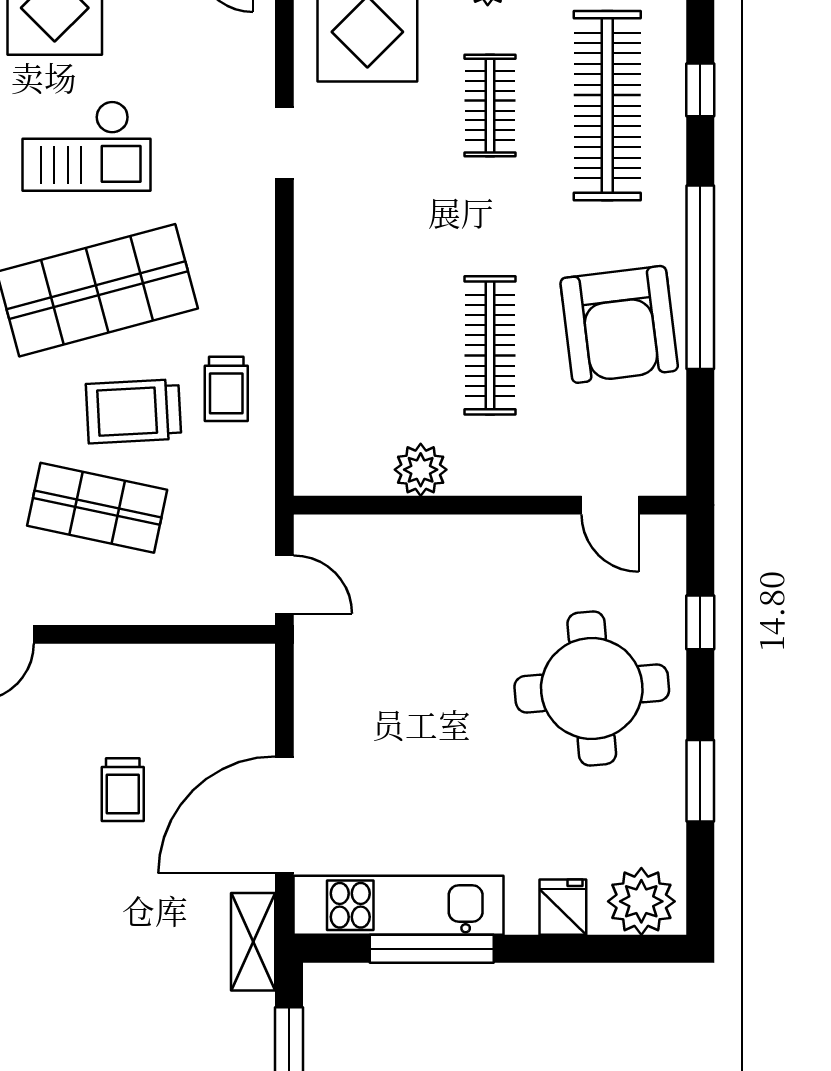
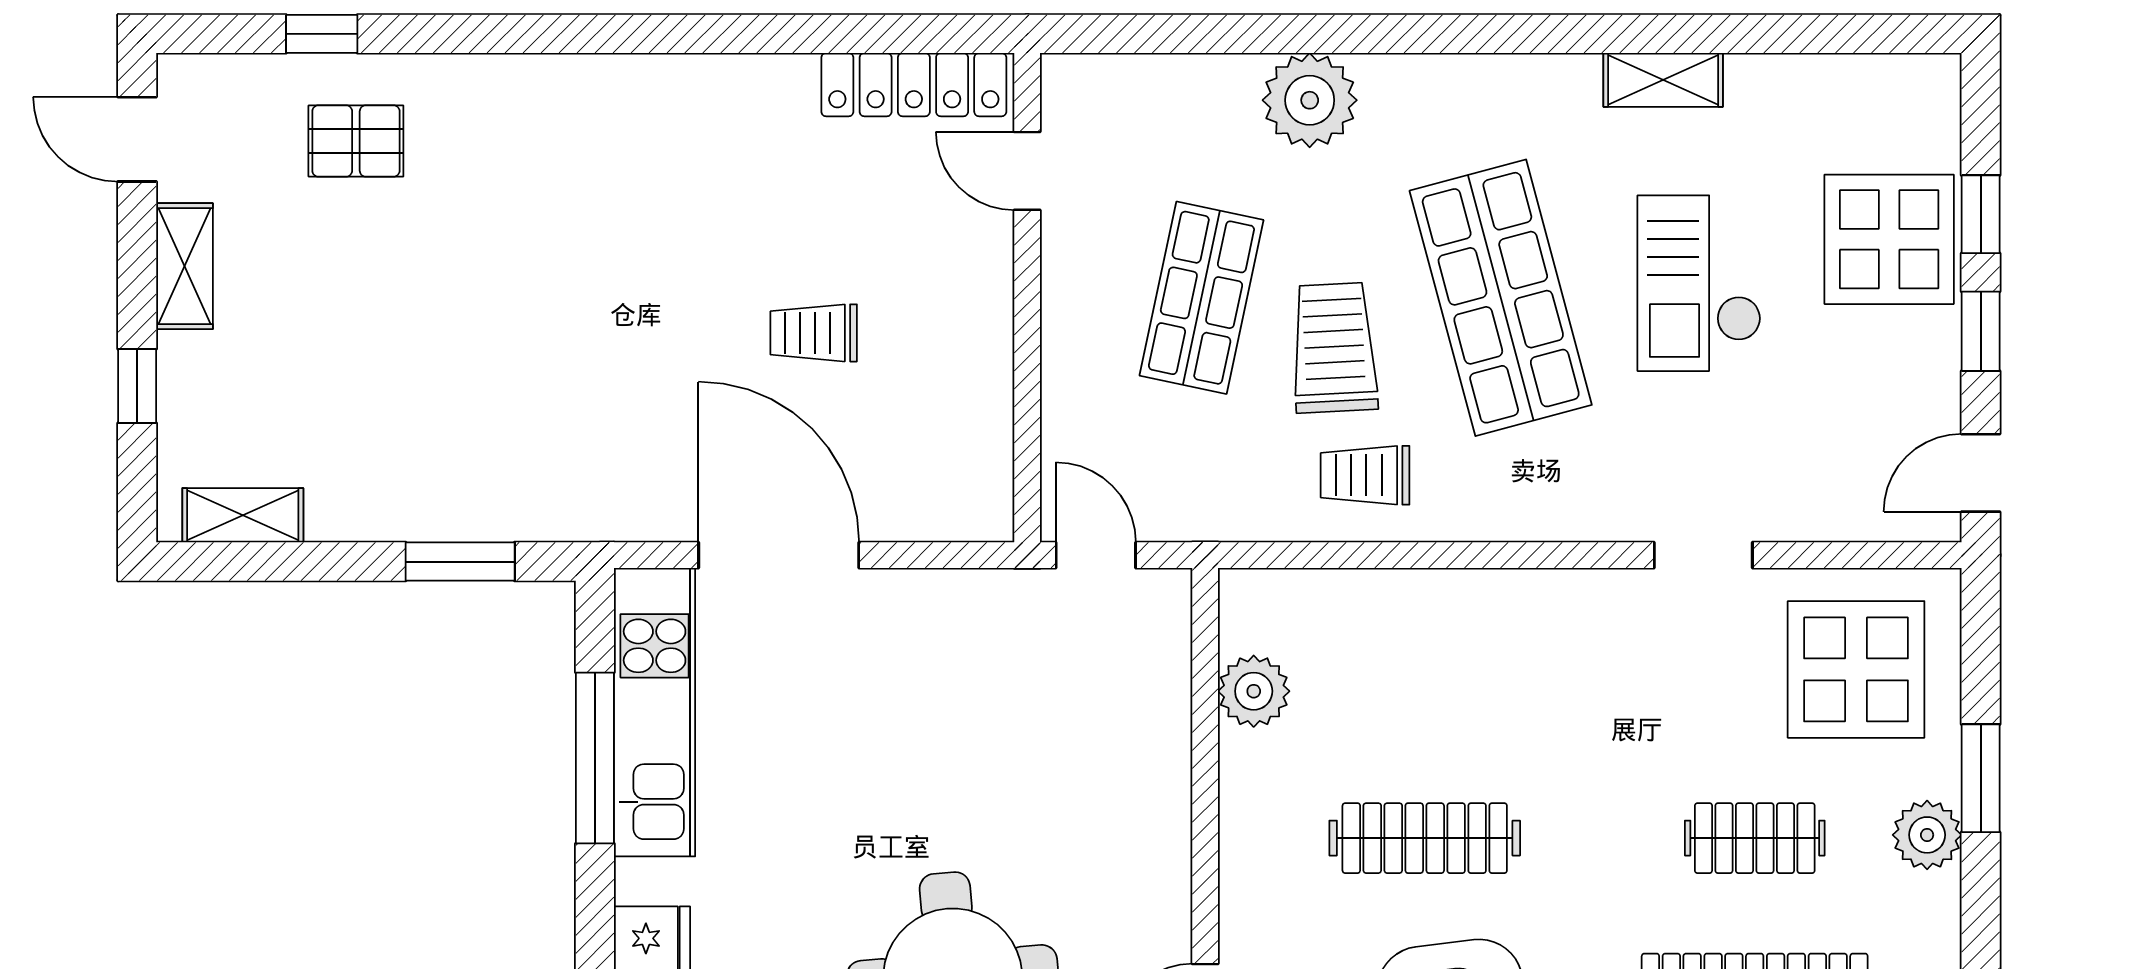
plant: (421, 470) -> (1254, 691), moved
door: (284, 585) -> (1096, 555), swing flipped
shelving: (253, 942) -> (604, 512), removed

